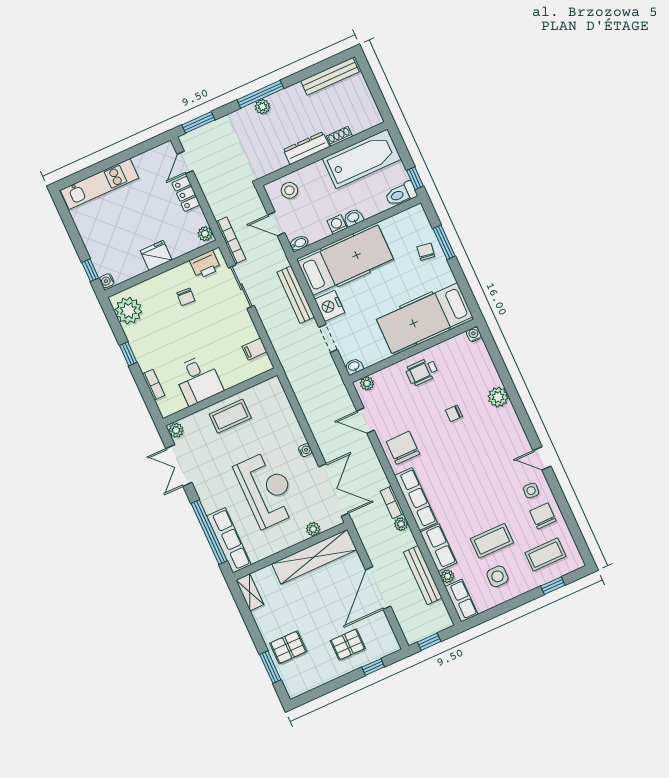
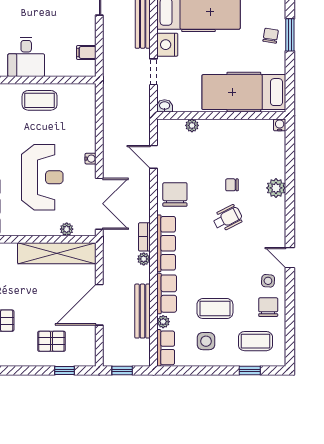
wheelchair: (422, 372) -> (228, 218), moved, turned 153
plant: (367, 383) -> (192, 125), moved

